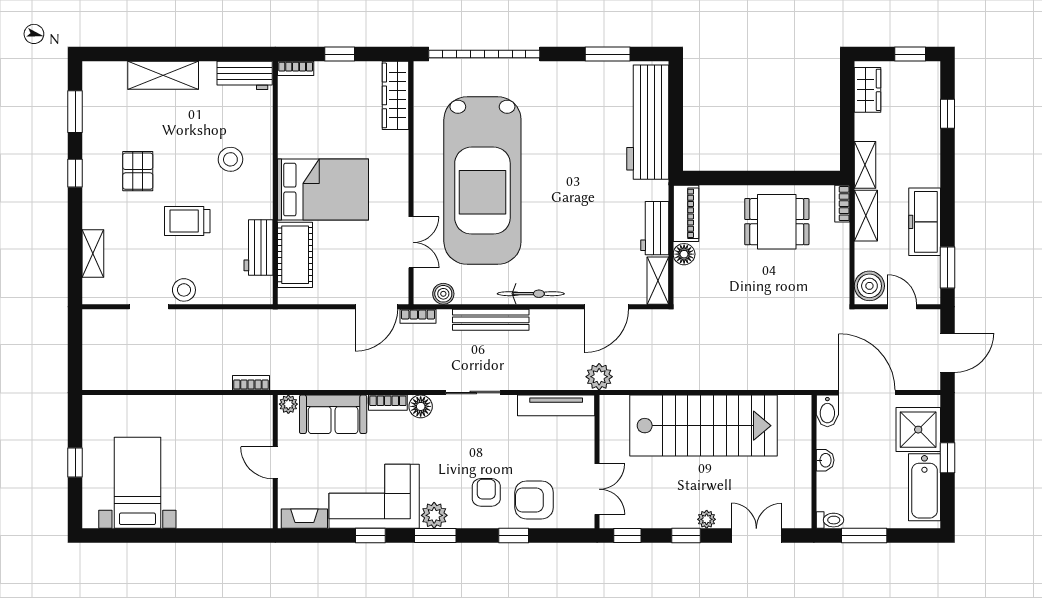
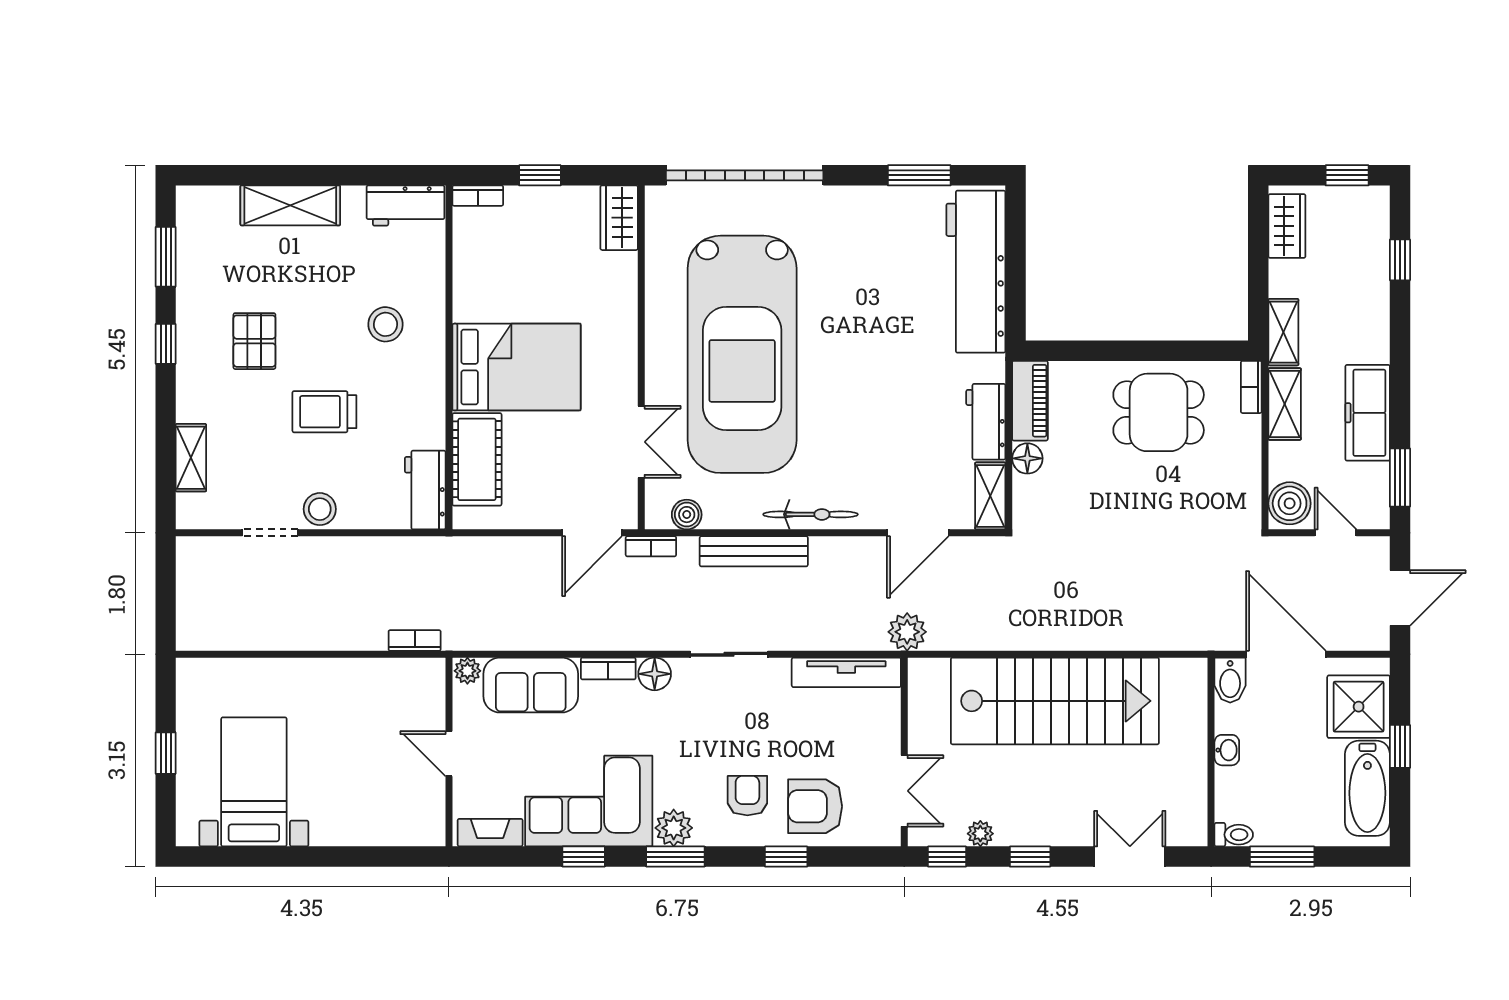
wardrobe: (395, 95) -> (619, 218), width x0.67
workbench: (258, 248) -> (425, 490), moved
plant: (707, 519) -> (980, 834), moved

